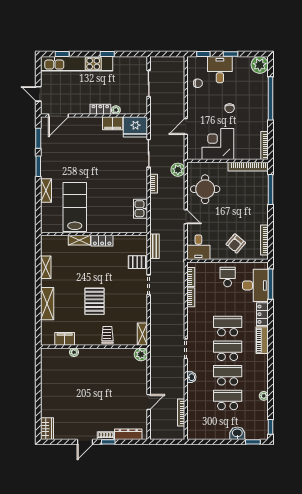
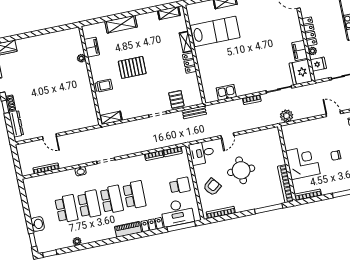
fridge: (131, 107) -> (318, 64), added
locker: (100, 109) -> (309, 31), width x1.53
door: (186, 126) -> (333, 114), moved
corner desk: (218, 144) -> (303, 162), moved
plant: (178, 170) -> (287, 116), moved
round table: (205, 189) -> (241, 170), moved
armchair: (236, 243) -> (212, 187), turned 101
shelving: (46, 267) -> (169, 13), moved
plant: (141, 354) -> (92, 120), removed

